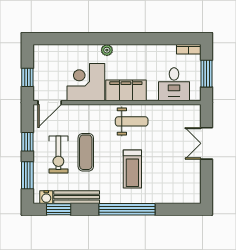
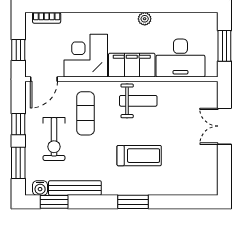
bookcase: (189, 49) -> (47, 18), moved
plant: (107, 50) -> (145, 19), moved
desk: (174, 84) -> (180, 58), width x1.37
exercise mat: (86, 152) -> (85, 113), moved
treadmill: (132, 169) -> (139, 156), turned -90
window: (127, 209) -> (133, 202), width x0.47

